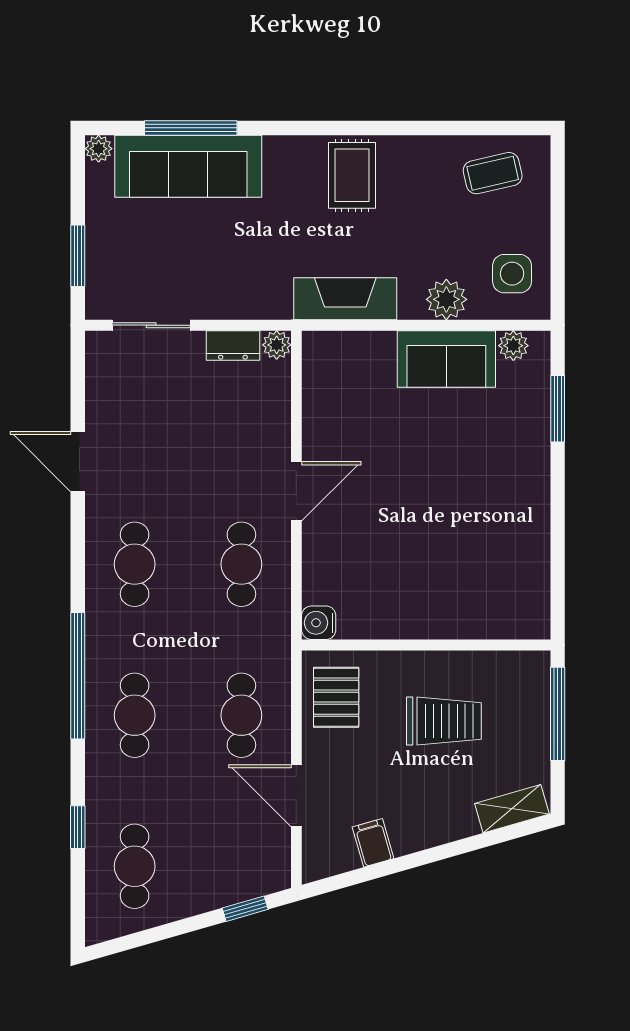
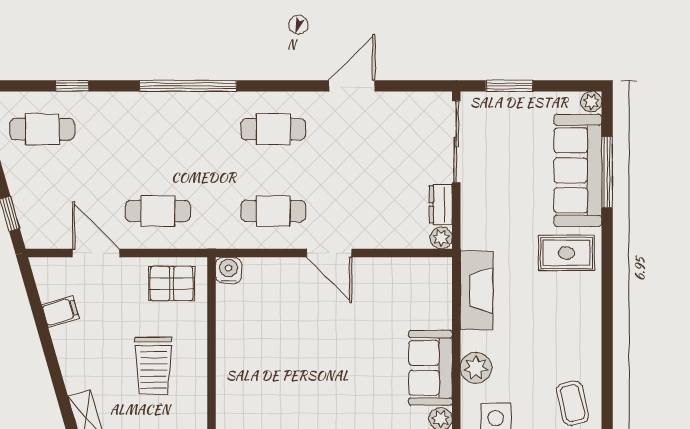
rug: (352, 175) -> (566, 253), moved
sliding door: (151, 325) -> (456, 142), width x1.37
cafe table: (135, 715) -> (158, 129), removed
door: (296, 796) -> (96, 253), hinge flipped

